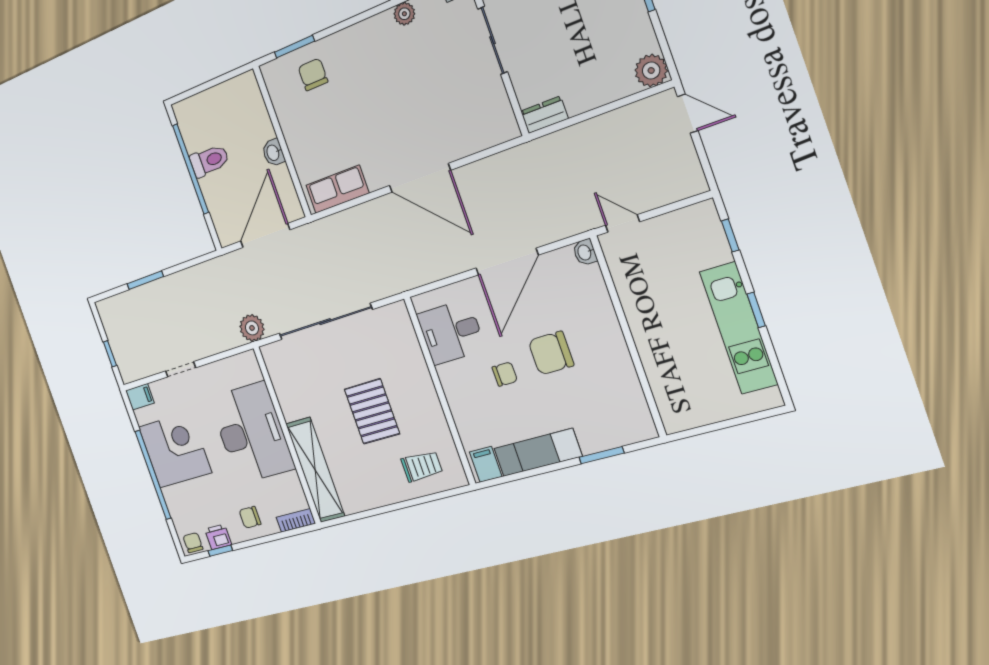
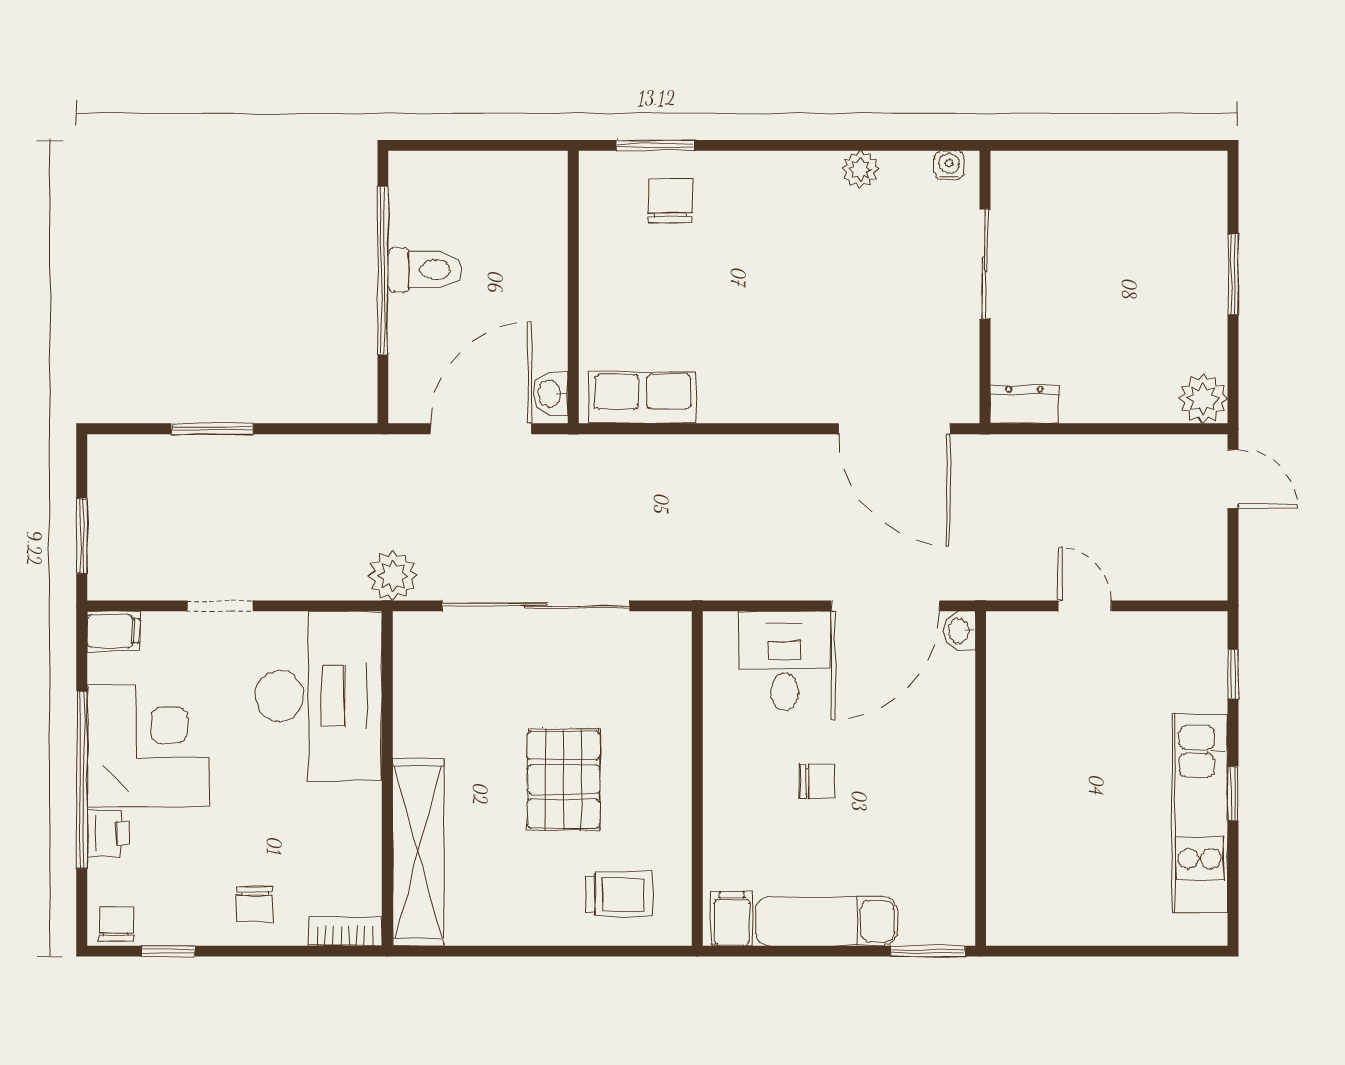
washbasin: (273, 153) -> (550, 393), moved
door: (420, 178) -> (894, 429), moved
washbasin: (585, 252) -> (960, 631), moved
desk: (451, 332) -> (785, 661), moved, turned 90
wall: (628, 337) -> (981, 778), moved
chair: (551, 353) -> (905, 769), removed
window: (110, 354) -> (82, 536), width x1.50
desk: (251, 433) -> (318, 696), moved
chair: (250, 517) -> (255, 905), turned -90
printer: (218, 537) -> (108, 833), moved, turned 90

